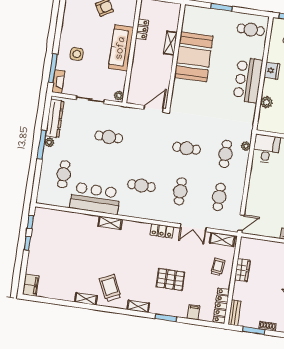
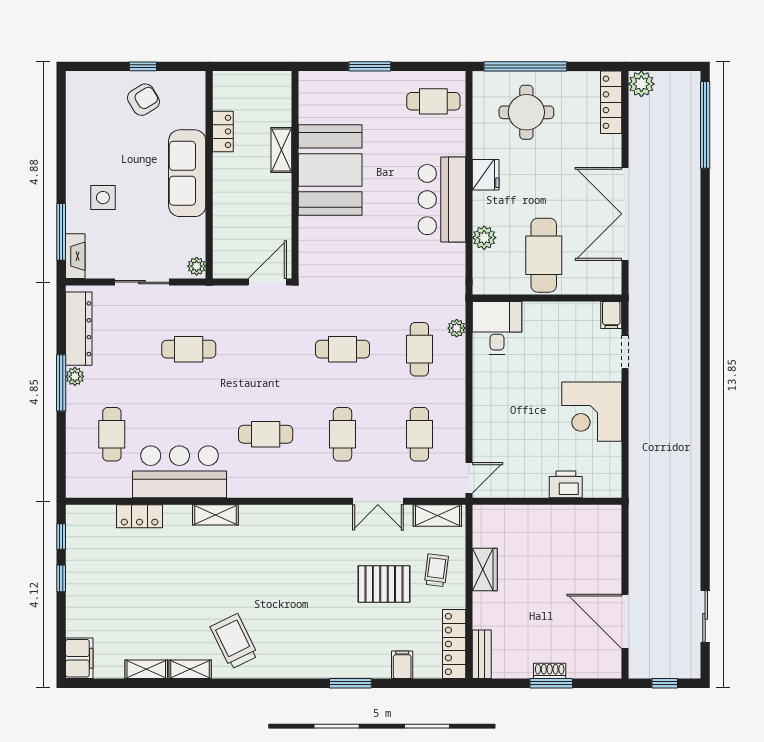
locker: (162, 231) -> (140, 516), moved
pallet: (170, 280) -> (384, 584), moved
shelving: (138, 306) -> (146, 669), moved
window: (254, 331) -> (551, 683), moved

